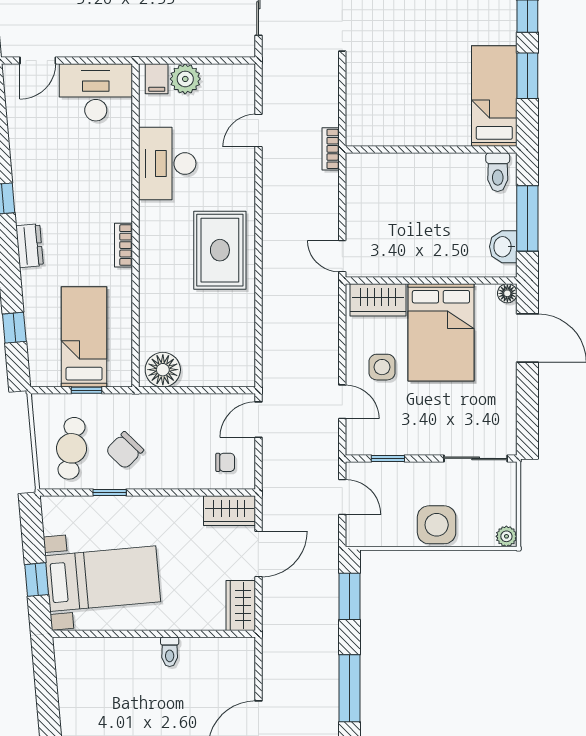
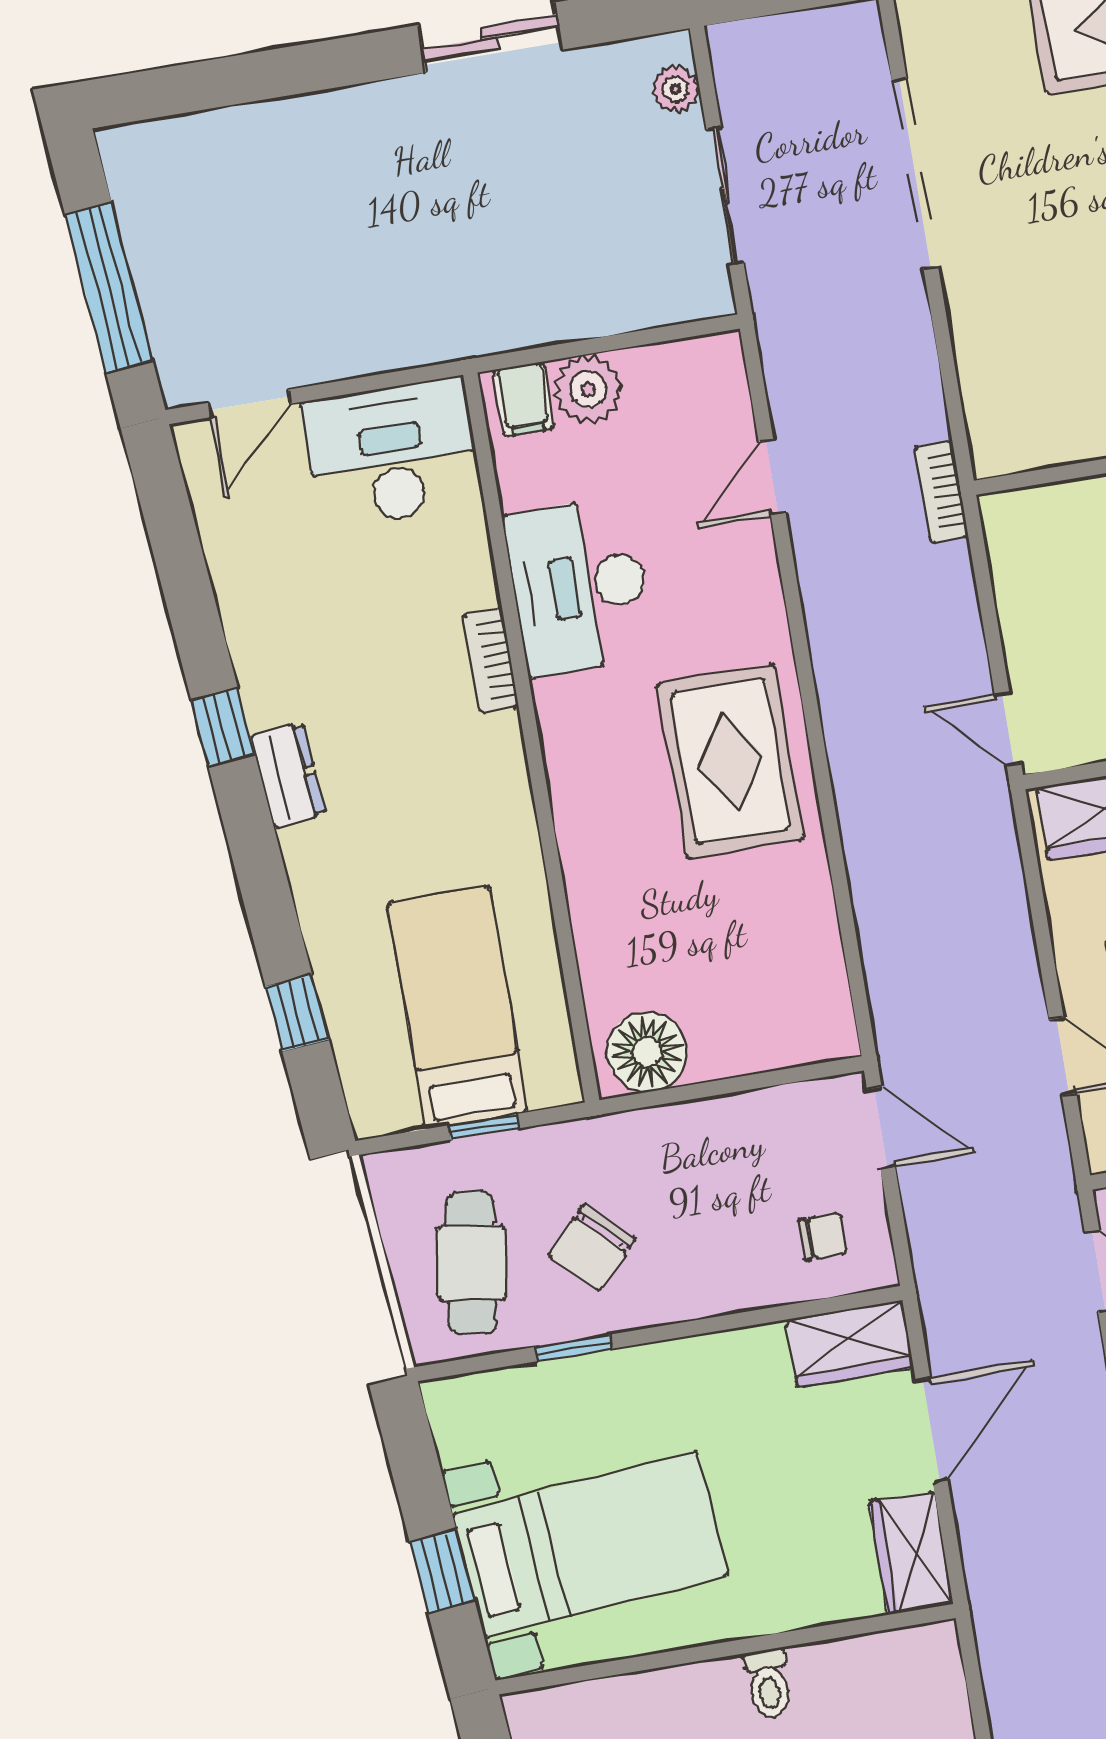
bookcase: (123, 245) -> (491, 661), moved
dresser: (30, 246) -> (288, 775), moved
door: (258, 420) -> (881, 1128), swing flipped

